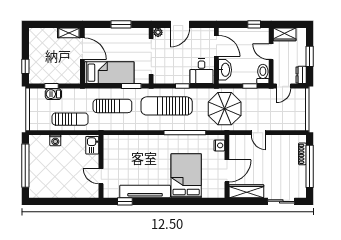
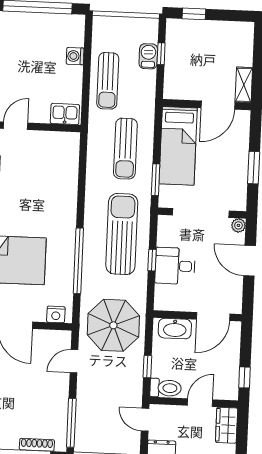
desk: (202, 71) -> (175, 266), moved
door: (259, 133) -> (74, 361), moved
window: (288, 133) -> (71, 423), added

